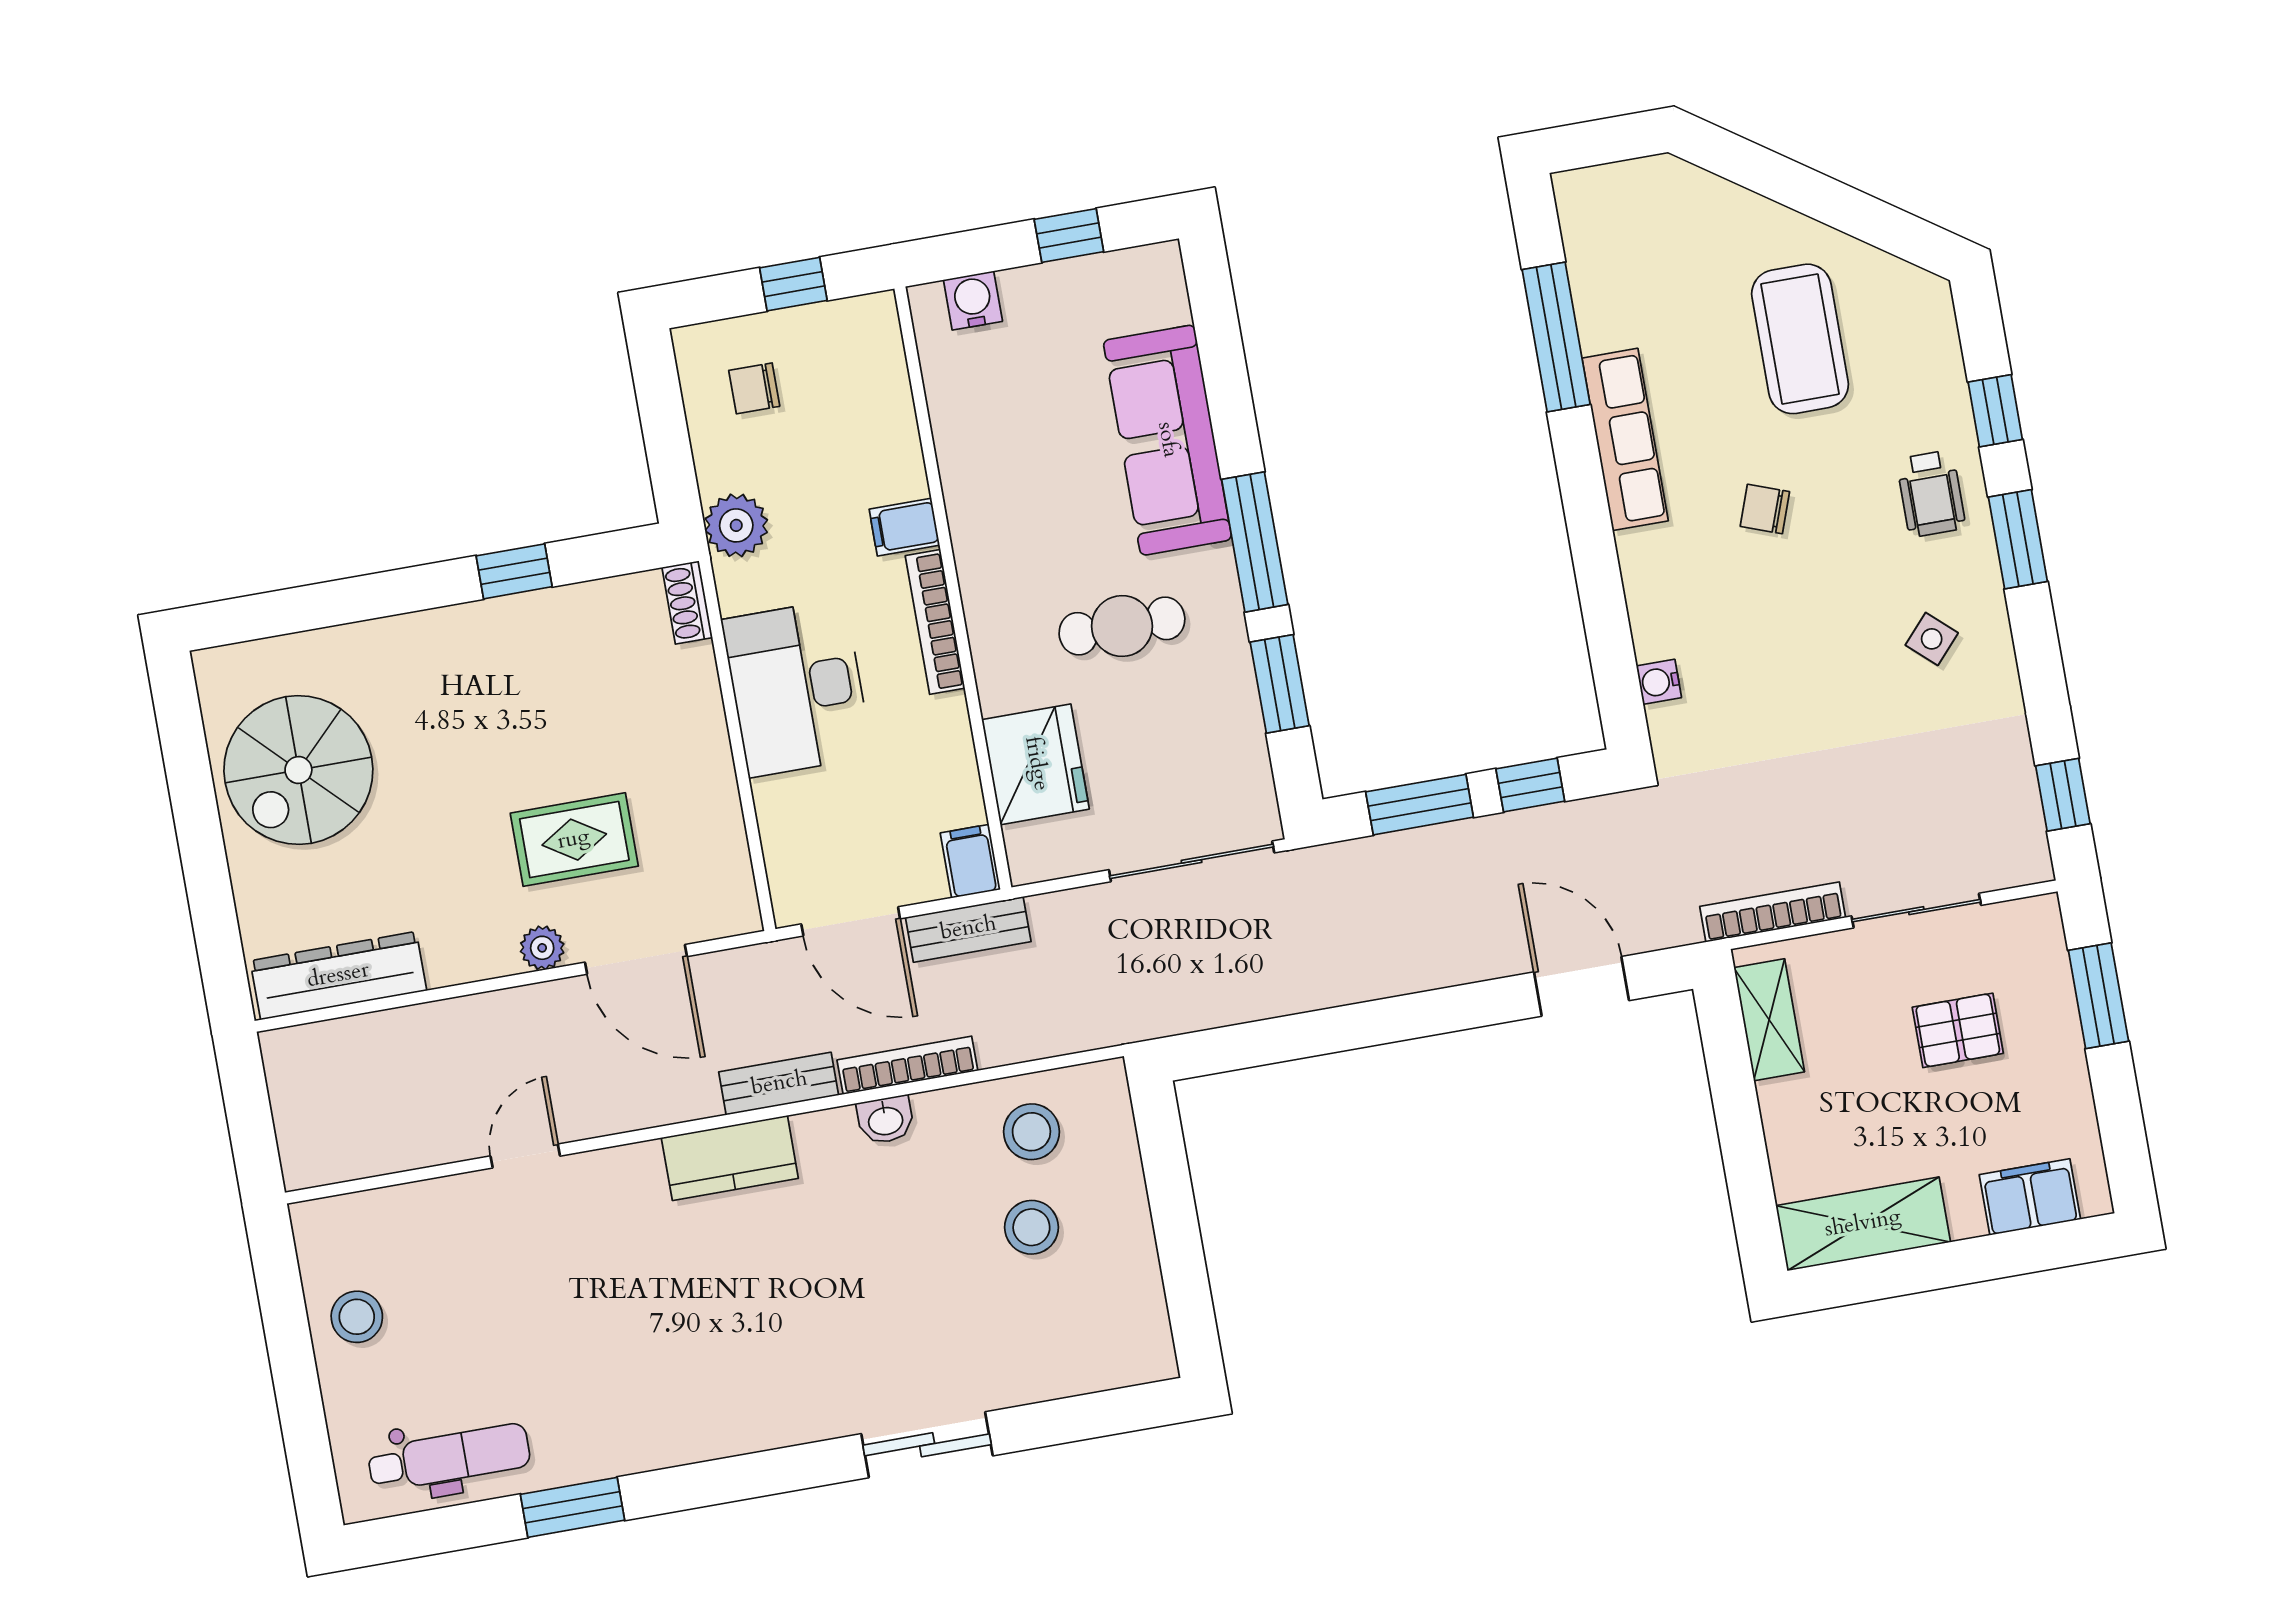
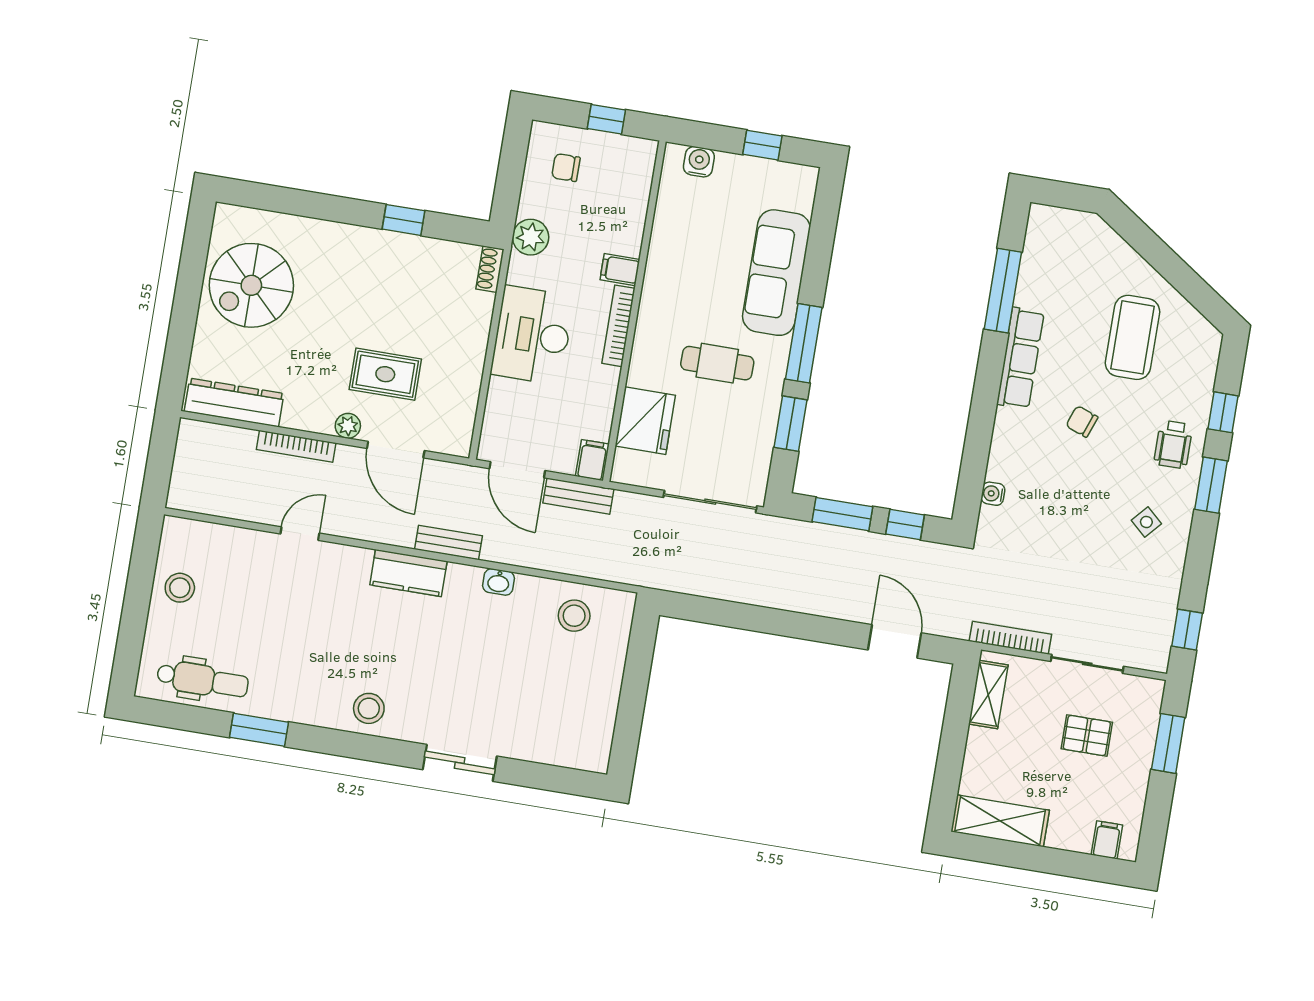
bookcase: (907, 1065) -> (296, 446), moved, turned 180
filing cabinet: (2030, 1197) -> (1107, 840), width x0.50
stool: (1031, 1227) -> (369, 708), moved

